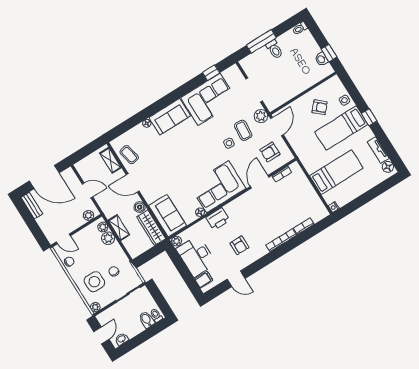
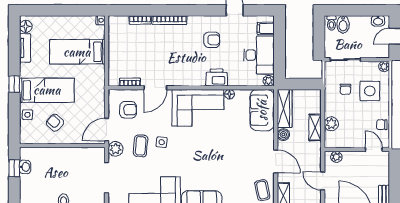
plant: (103, 227) -> (330, 137), removed
armchair: (239, 245) -> (212, 40), turned 90

